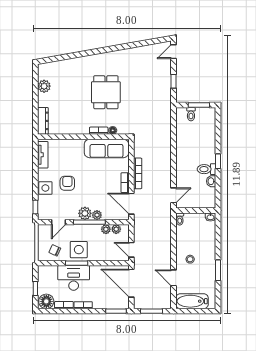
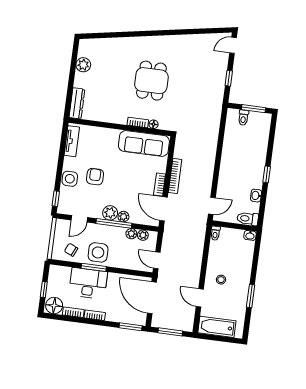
toilet: (207, 169) -> (248, 219), moved

